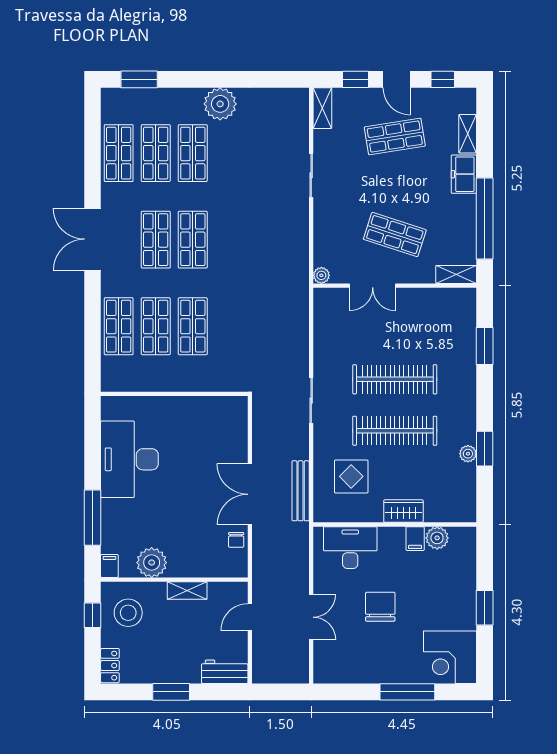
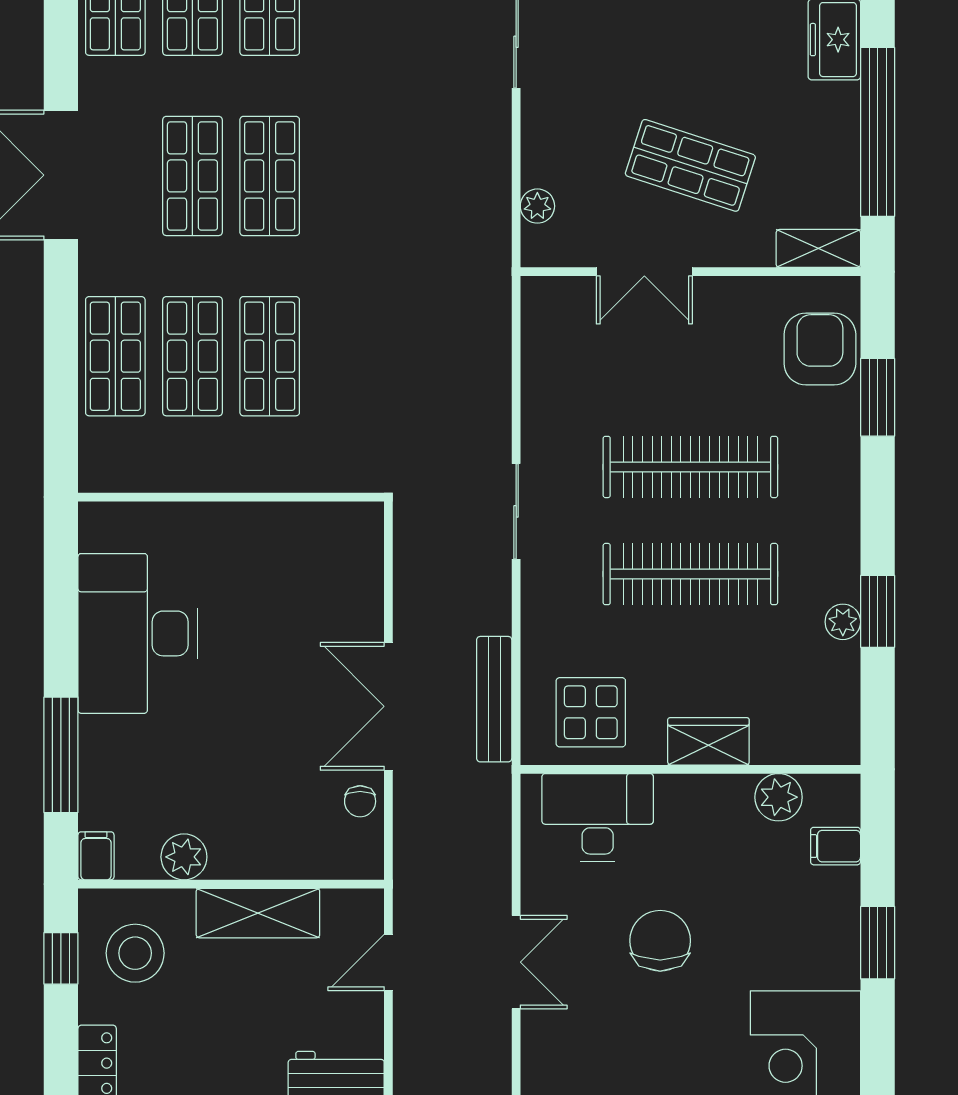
plant: (321, 275) -> (537, 206), moved
armchair: (457, 323) -> (820, 349), added
display table: (351, 476) -> (591, 712), moved
filing cabinet: (415, 539) -> (836, 846), moved, turned 90
plant: (152, 563) -> (184, 857), width x0.73, depth x0.73
shelving: (187, 591) -> (258, 913), width x1.50, depth x1.33

